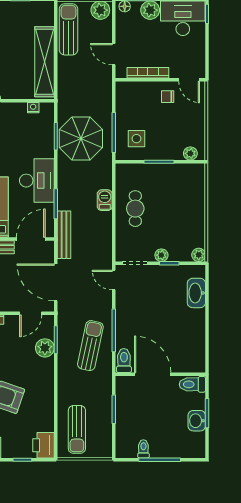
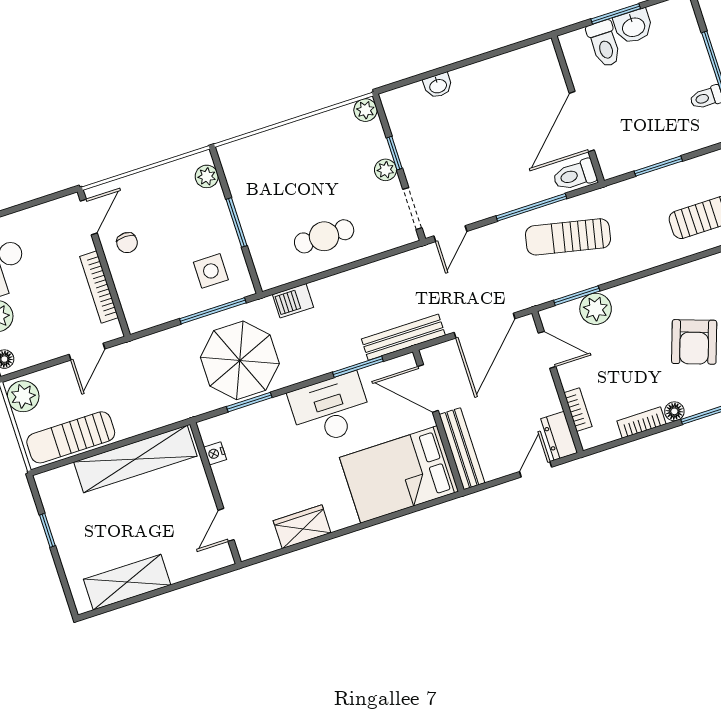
barbecue: (105, 200) -> (293, 301), moved
washbasin: (196, 293) -> (438, 86), width x0.52, depth x0.69
toilet: (192, 384) -> (604, 44), moved

